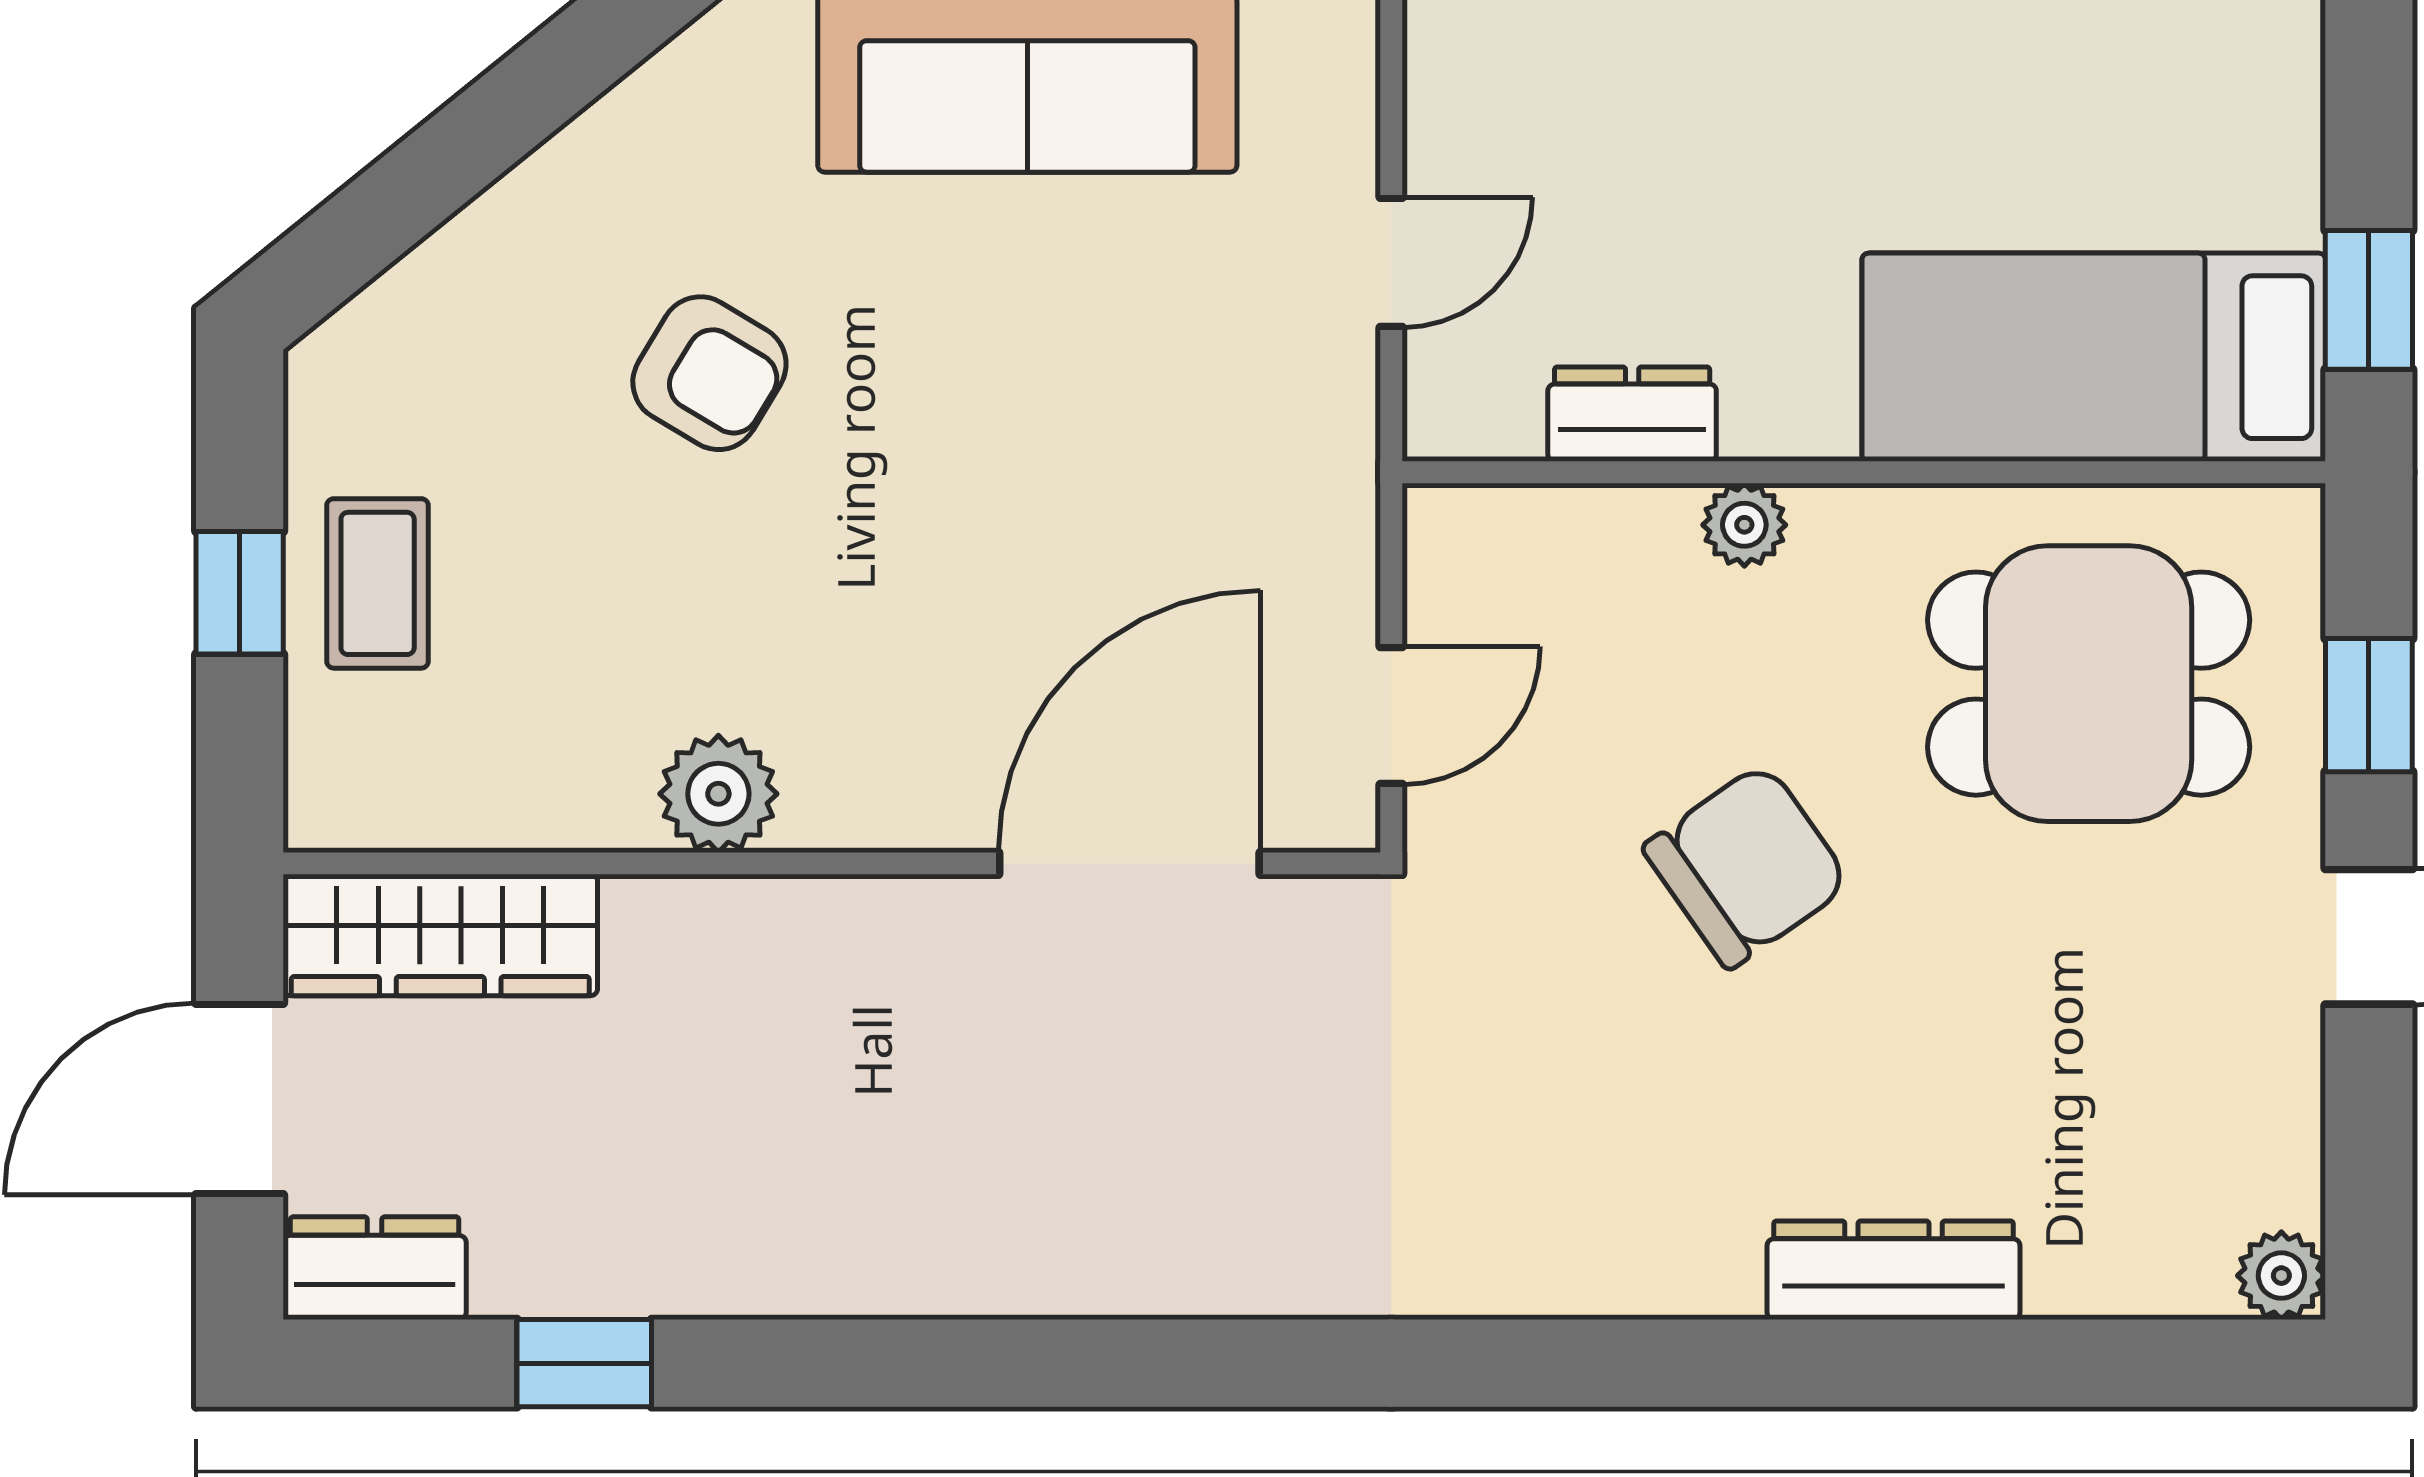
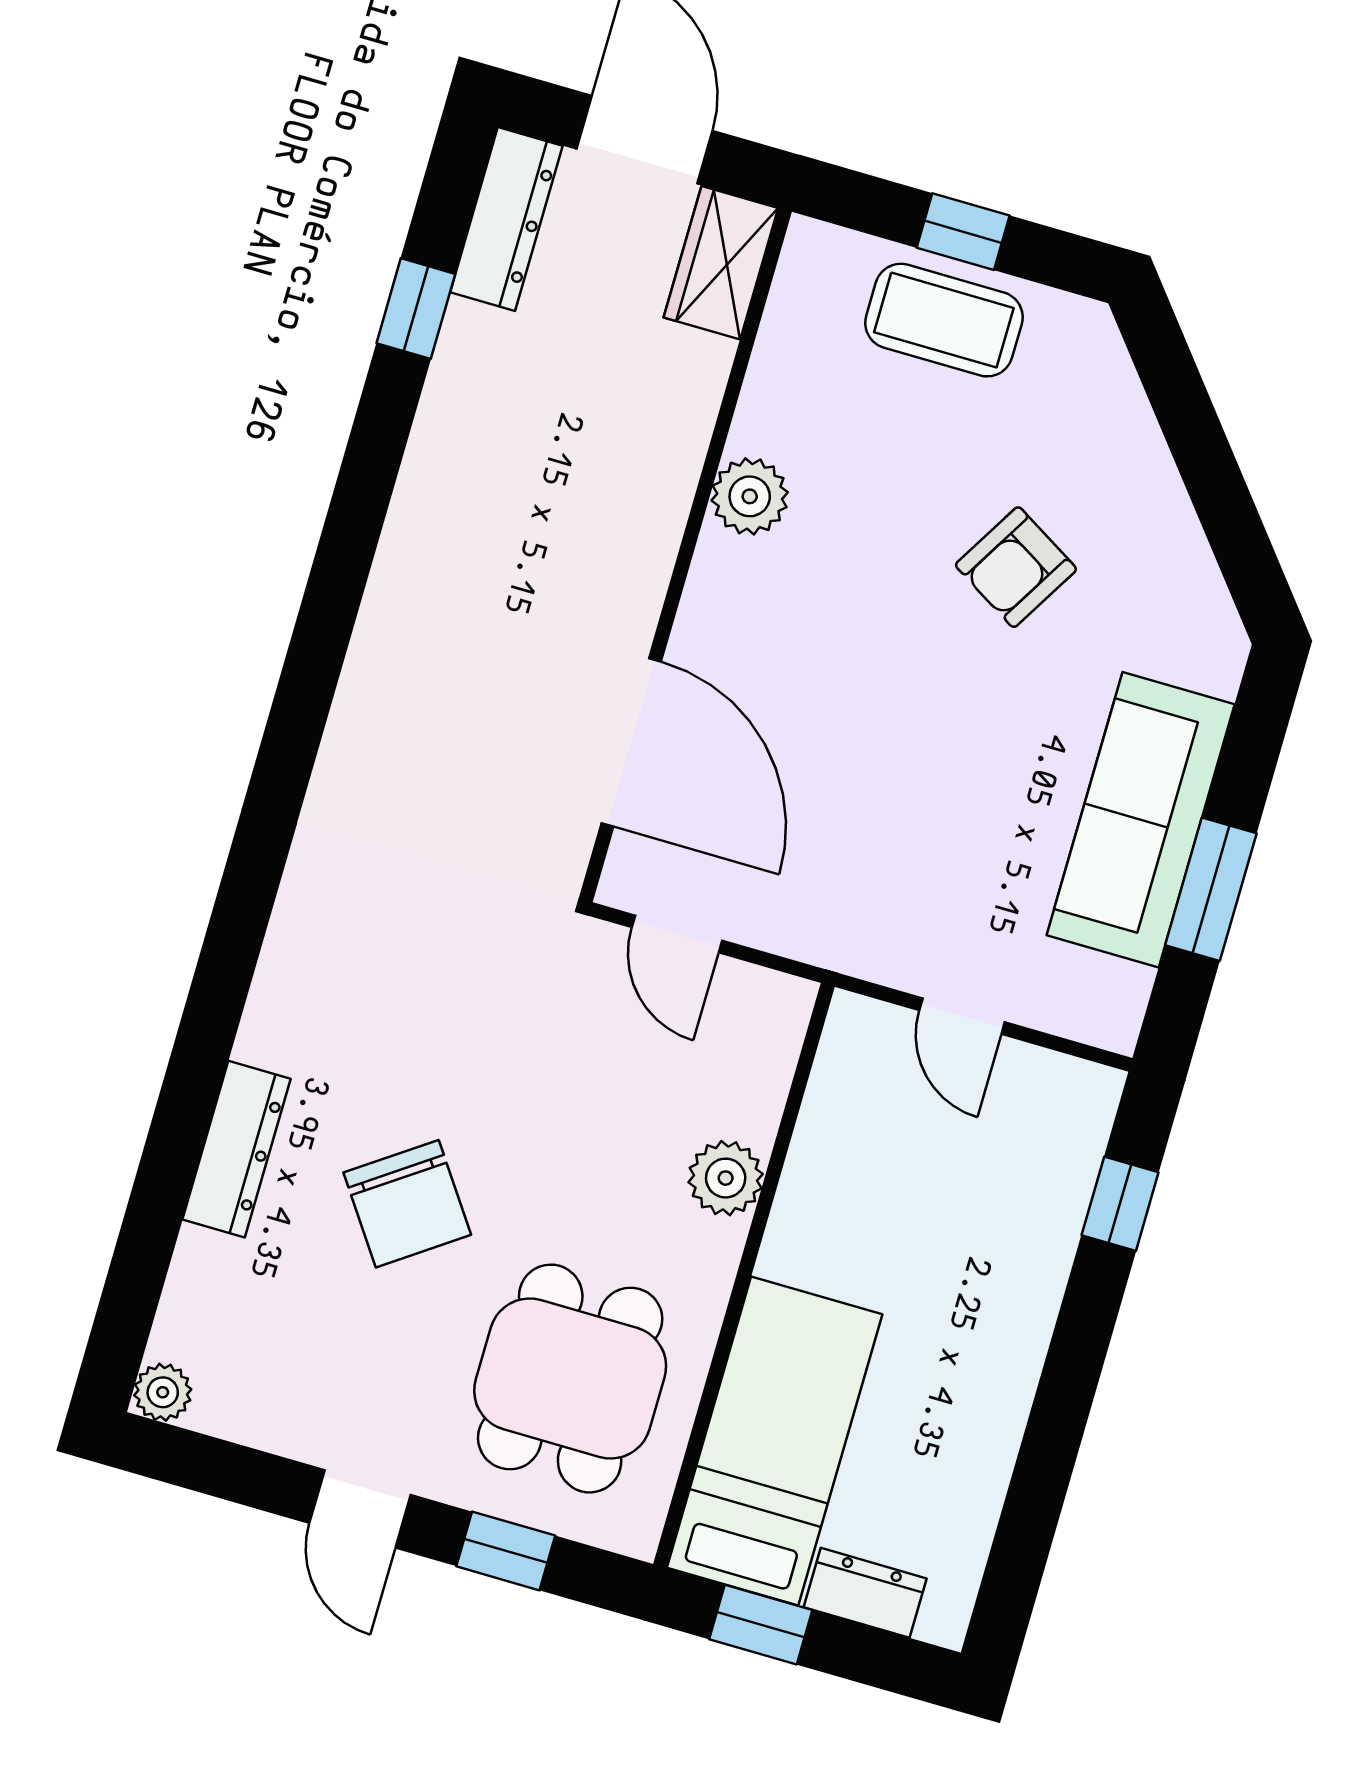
dresser: (1632, 414) -> (865, 1593), moved, turned -90
plant: (1744, 525) -> (726, 1178), width x1.38, depth x1.38
coffee table: (378, 583) -> (944, 320), width x1.36, depth x1.30
chair: (1747, 866) -> (407, 1204), moved
wardrobe: (440, 935) -> (721, 263), width x0.67
dresser: (375, 1268) -> (506, 219), width x1.44

